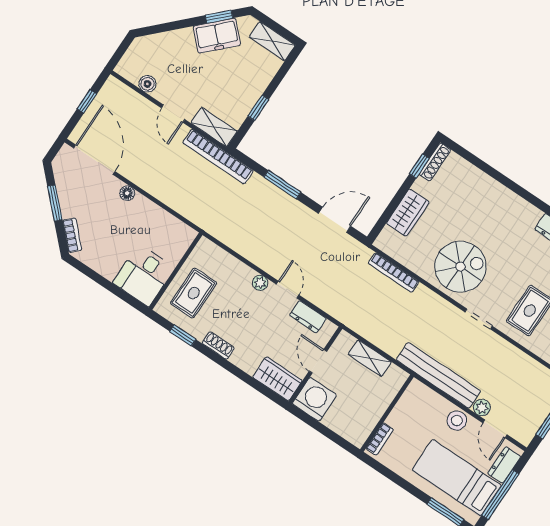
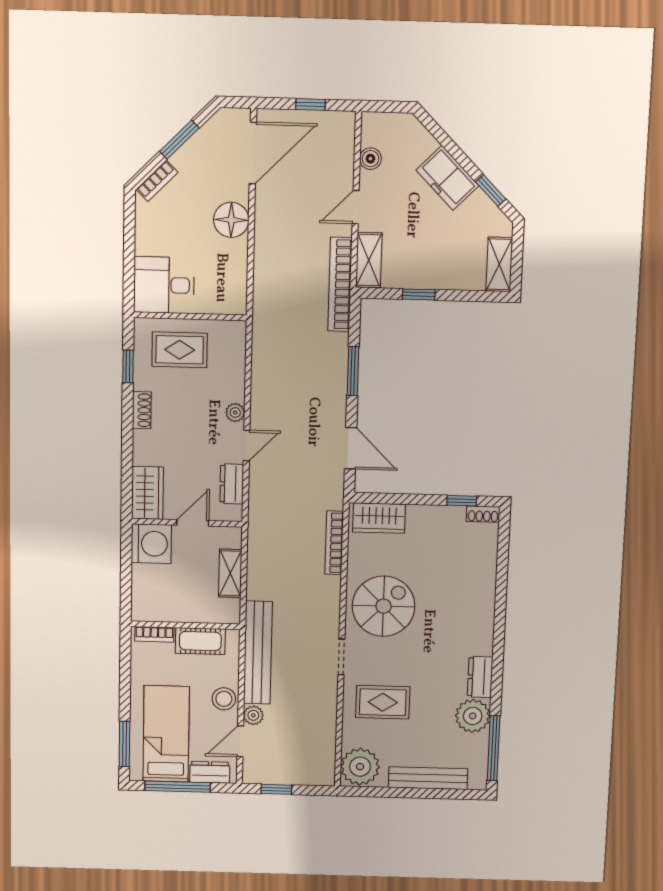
freezer: (217, 36) -> (447, 178), moved
shoe rack: (435, 162) -> (483, 514), width x0.70
floor lamp: (127, 193) -> (231, 220), width x1.89, depth x1.89
wardrobe: (408, 213) -> (379, 518), moved
spiral stairs: (460, 267) -> (384, 606), turned -90
cot: (405, 410) -> (200, 641), added

